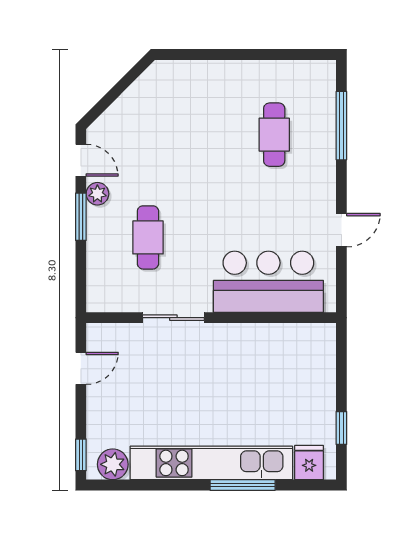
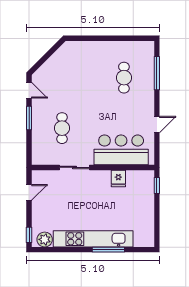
plant: (97, 194) -> (37, 107), removed
window: (341, 428) -> (157, 185), moved
fridge: (309, 463) -> (118, 178), moved, turned 180

